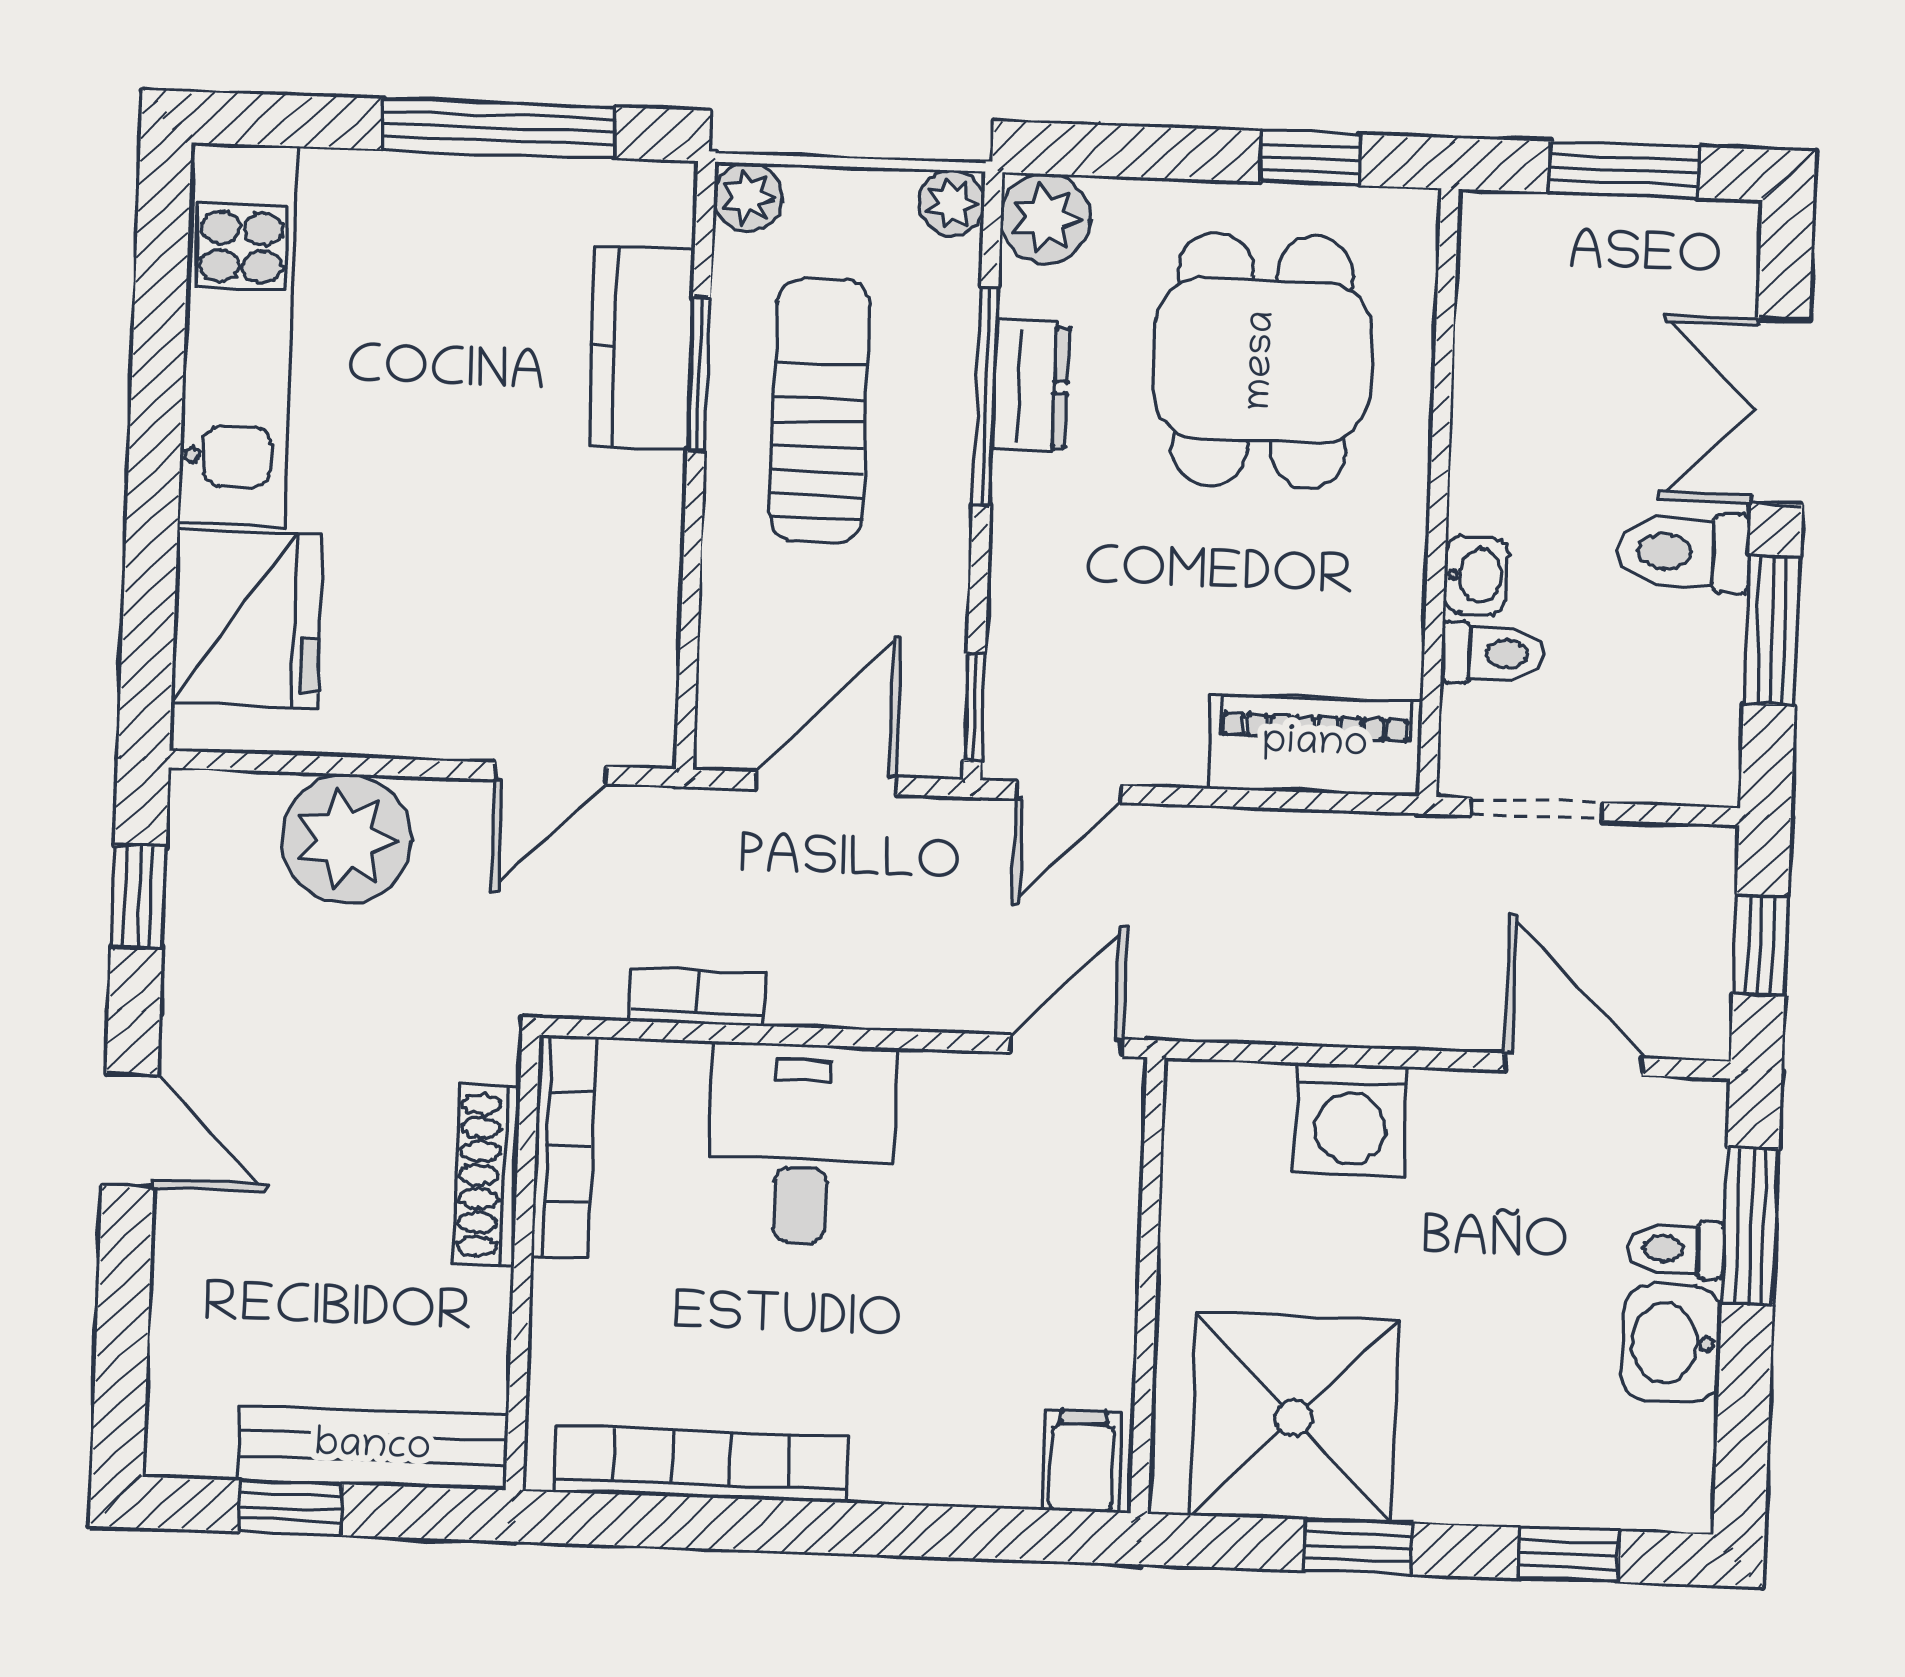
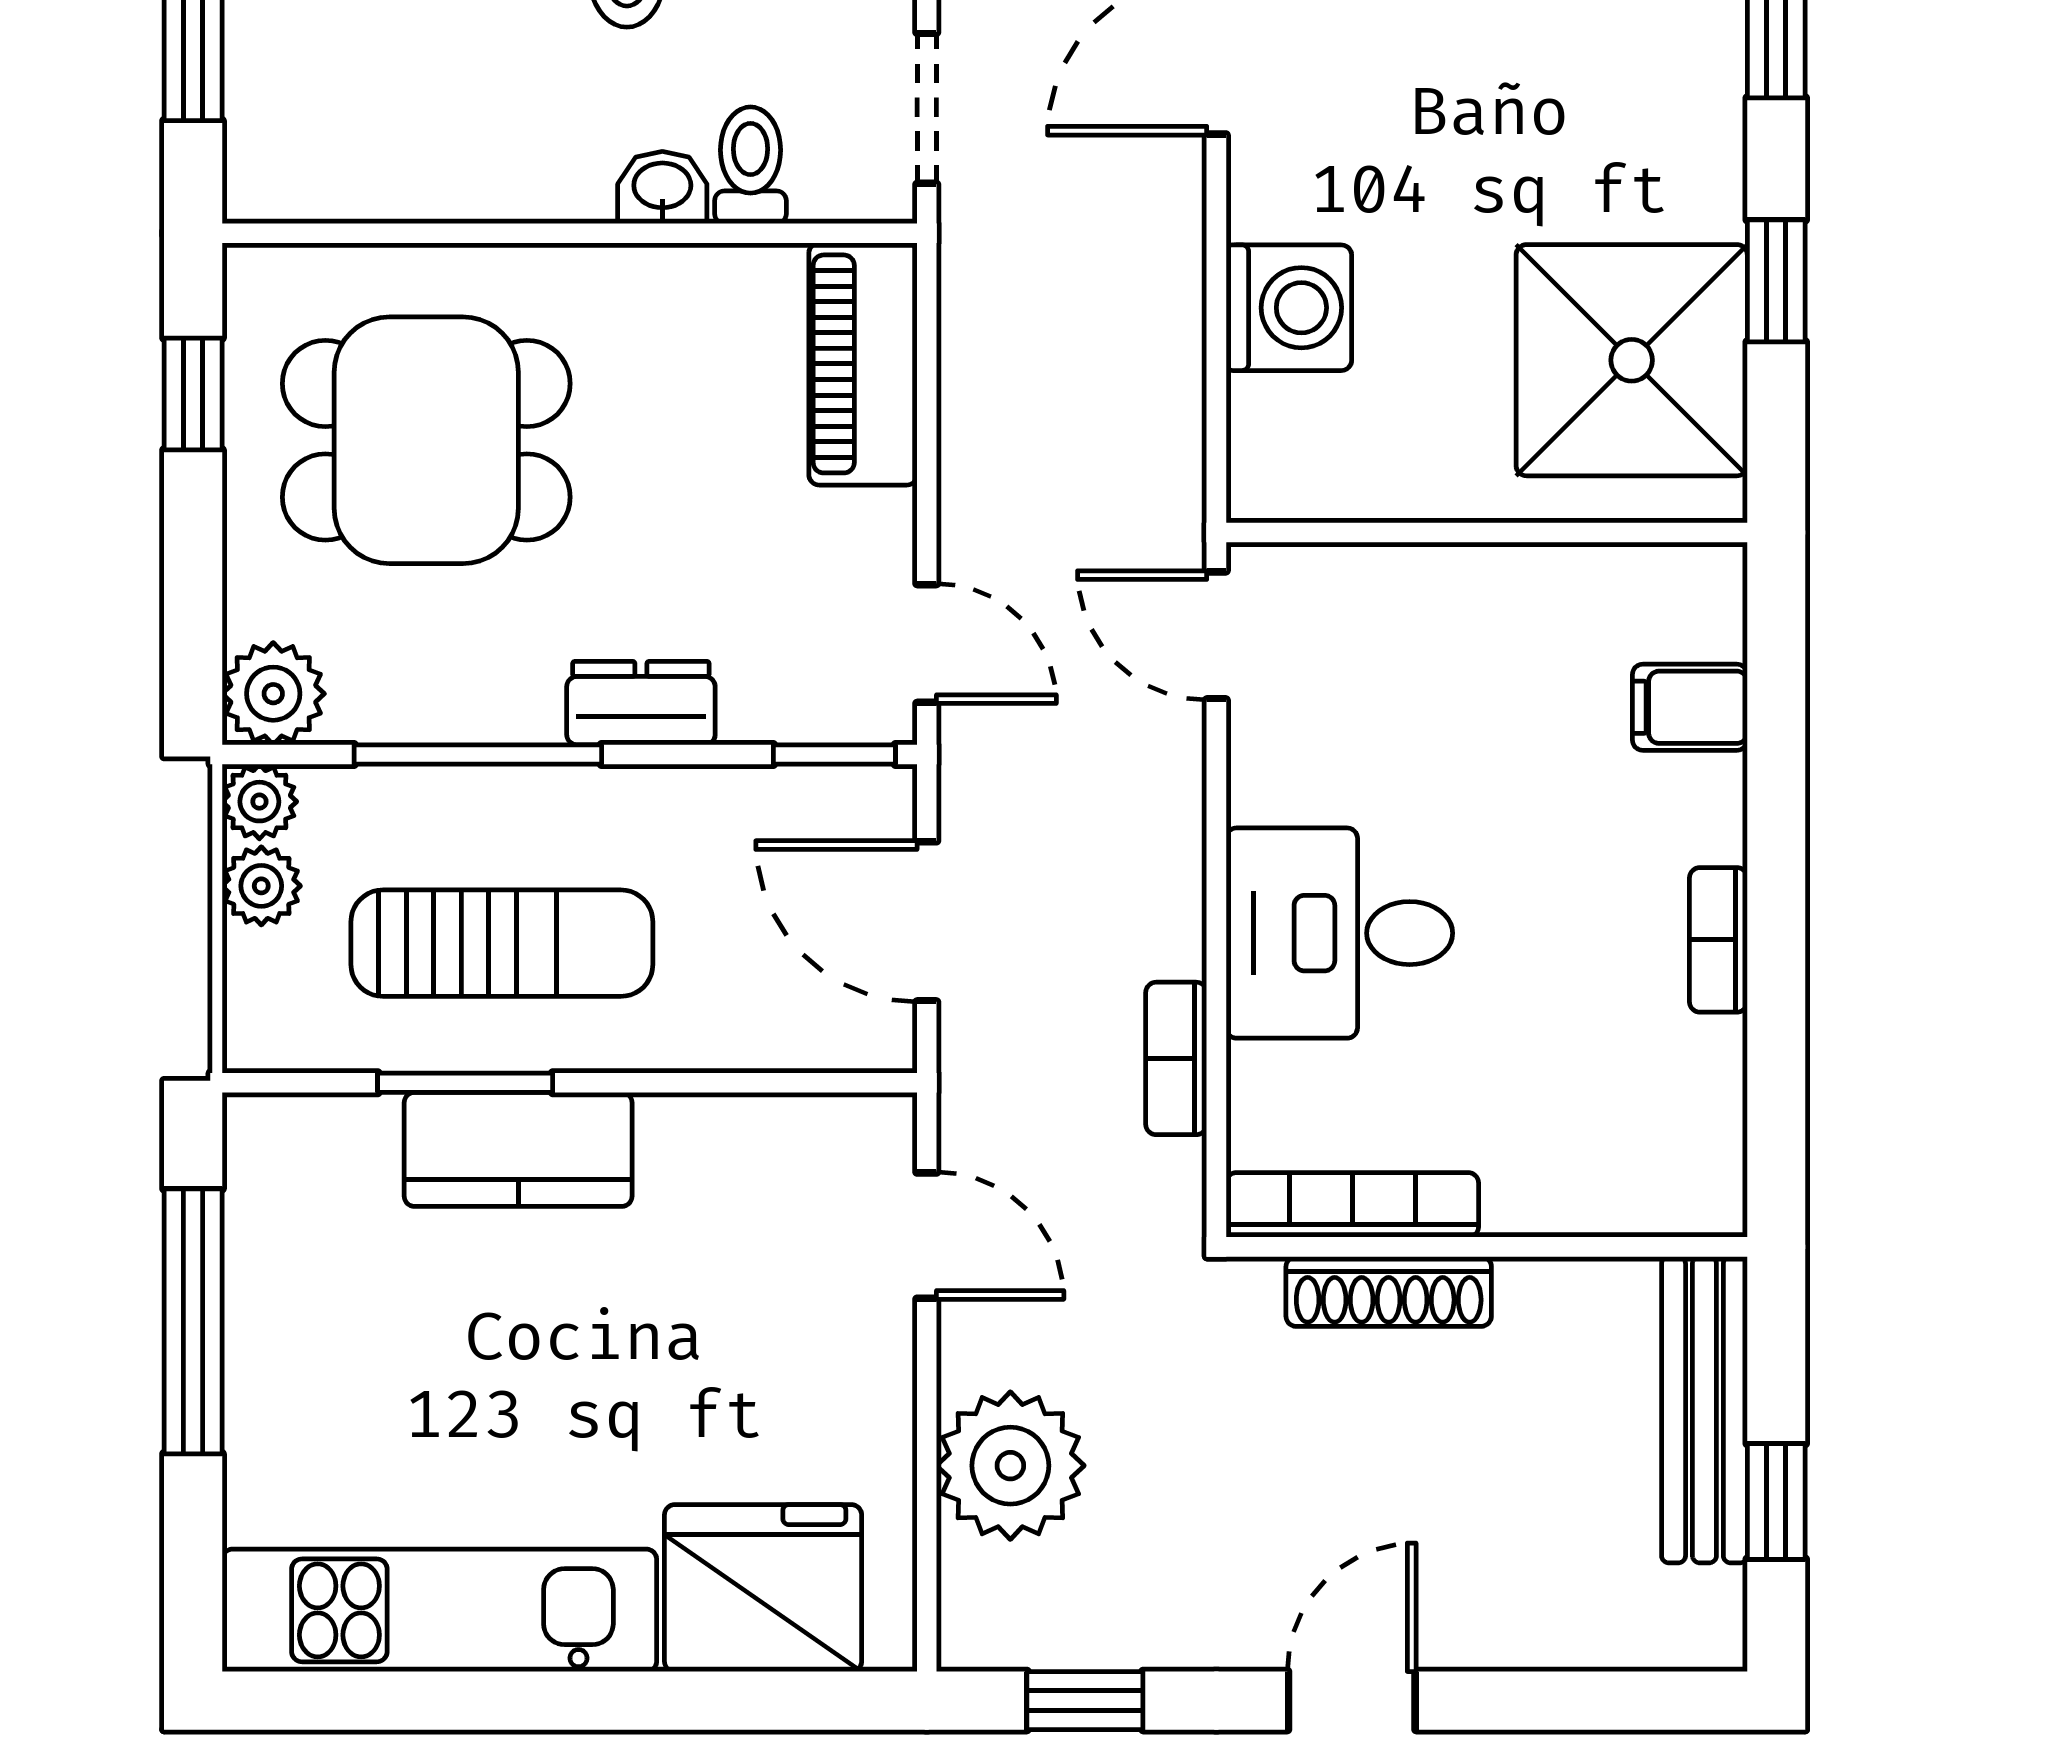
plant: (748, 197) -> (261, 886), moved
kitchen counter: (641, 347) -> (518, 1149), moved
dresser: (1031, 387) -> (641, 703), moved
sun lounger: (820, 411) -> (502, 943), turned 180
filing cabinet: (1082, 1461) -> (1690, 707), moved
bookcase: (701, 1464) -> (1718, 940), width x0.43, depth x0.76

